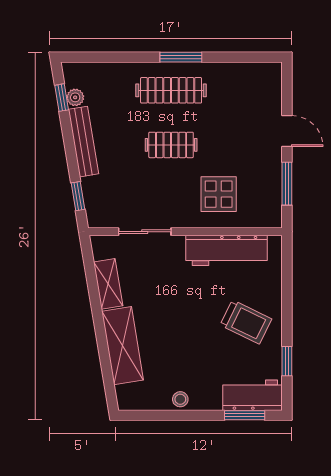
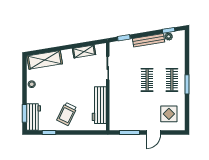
clothes rail: (171, 90) -> (172, 80), width x0.73
display table: (219, 194) -> (169, 114), moved
shelving: (123, 346) -> (45, 60), moved

